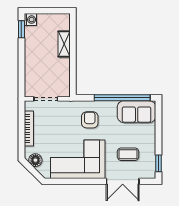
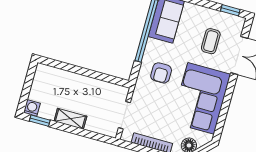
shelving: (64, 44) -> (70, 119), moved
armchair: (90, 120) -> (161, 73), turned -90

